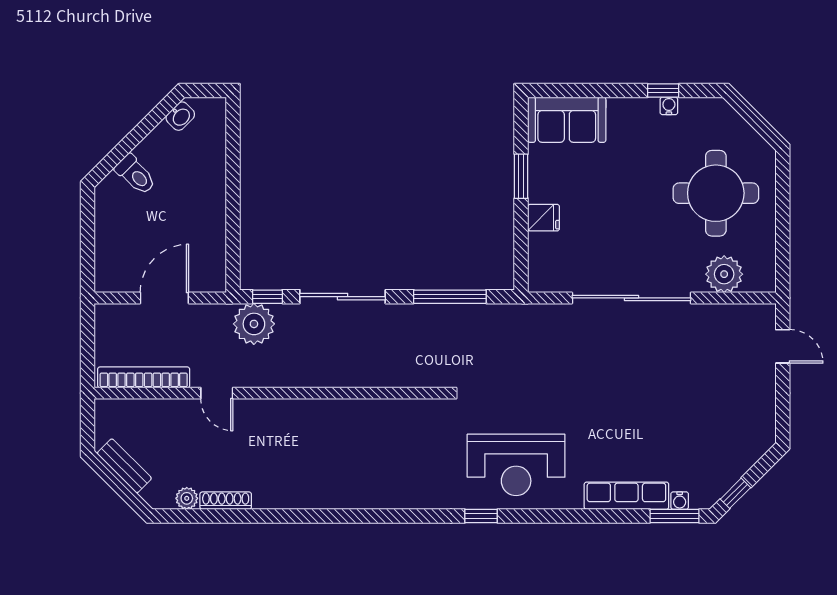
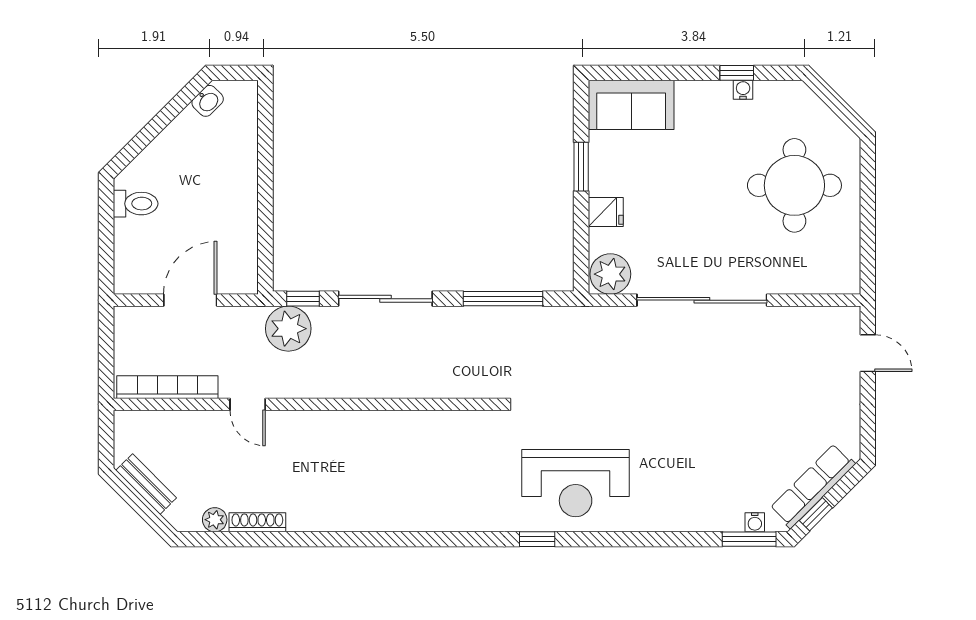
toilet: (135, 175) -> (136, 204), moved, turned -45
plant: (724, 274) -> (610, 274), moved
row of seats: (626, 496) -> (813, 486), moved, turned -45

